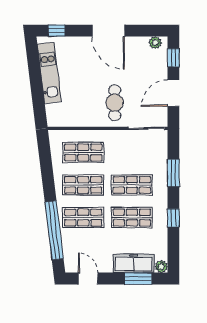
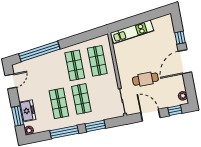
window: (57, 31) -> (180, 38), moved
kitchen unit: (49, 73) -> (132, 32), moved
cafe table: (115, 103) -> (145, 79), moved
shop shelf: (83, 218) -> (52, 70), removed
window: (173, 218) -> (64, 132), width x2.17
freezer: (134, 263) -> (27, 111), width x0.71

